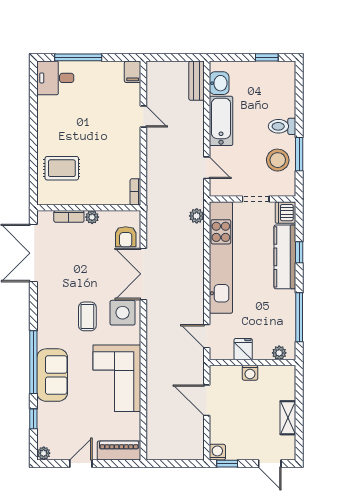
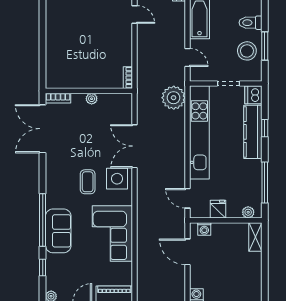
rug: (62, 168) -> (66, 58), removed
bookcase: (69, 216) -> (58, 98), moved
plant: (197, 216) -> (174, 98), width x1.87, depth x1.87
armchair: (126, 237) -> (120, 115), removed
washing machine: (250, 373) -> (204, 229), moved
shelving: (288, 418) -> (255, 237), moved

